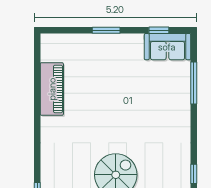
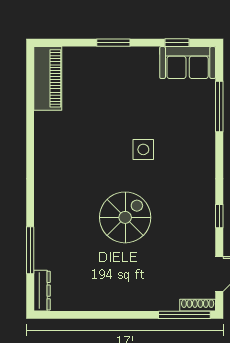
piano: (52, 89) -> (48, 78), moved
side table: (131, 119) -> (143, 149), added

